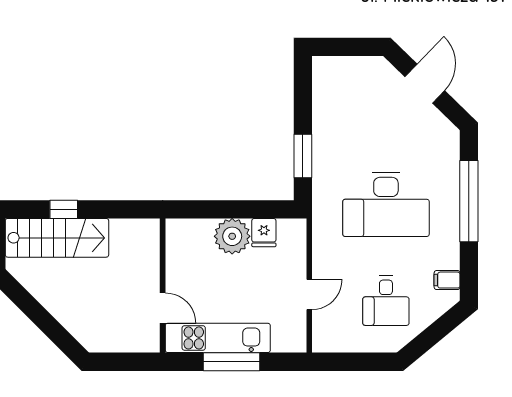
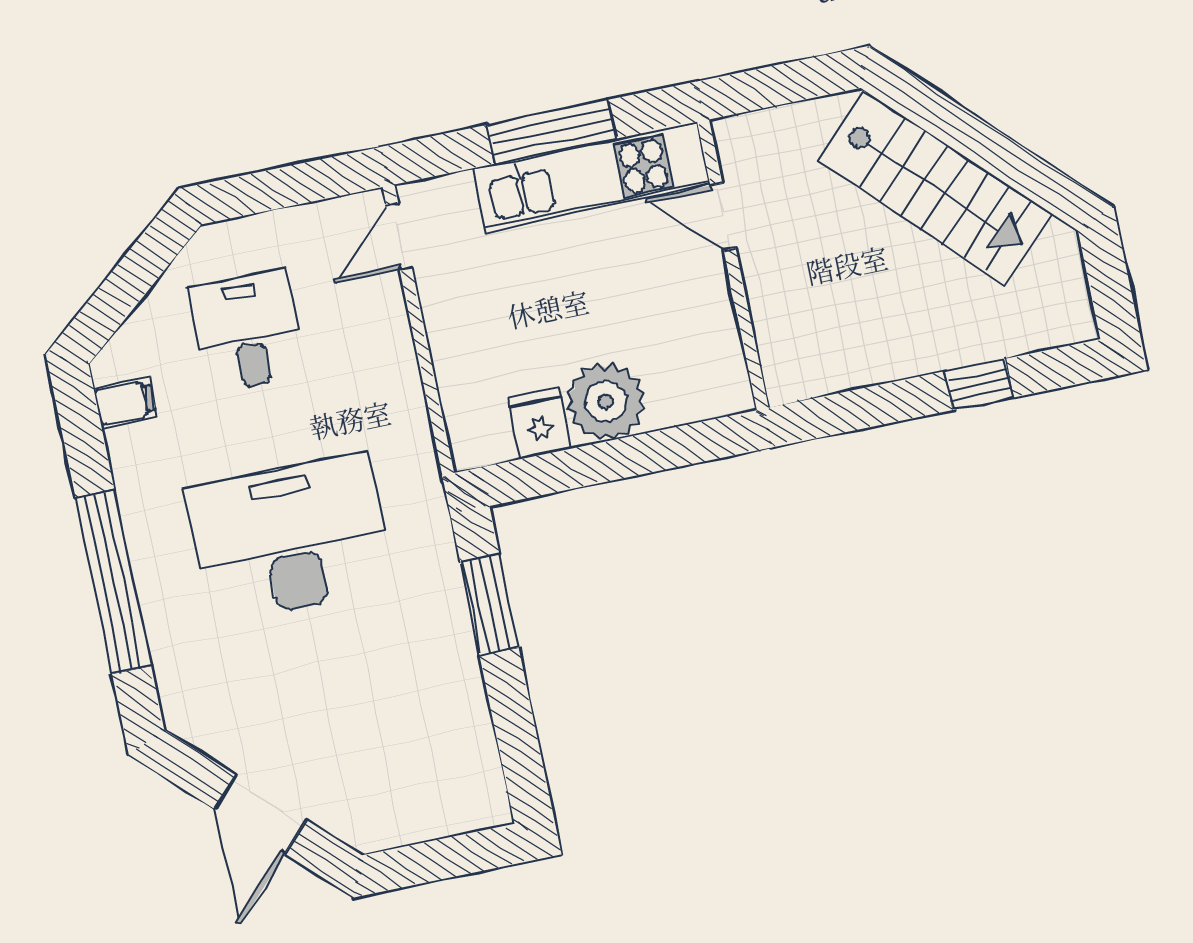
stairs: (57, 238) -> (935, 188), moved, turned -135
door: (309, 294) -> (399, 237), moved

